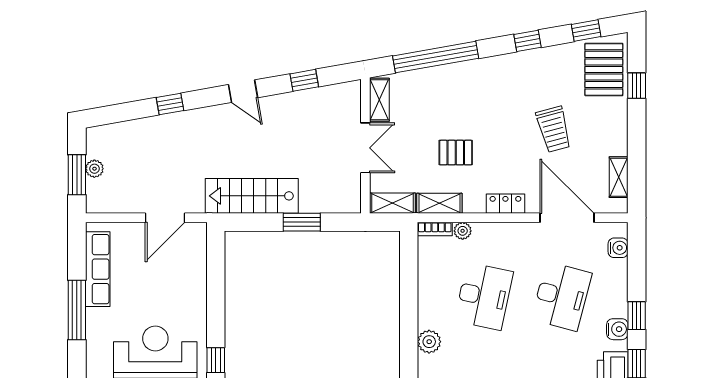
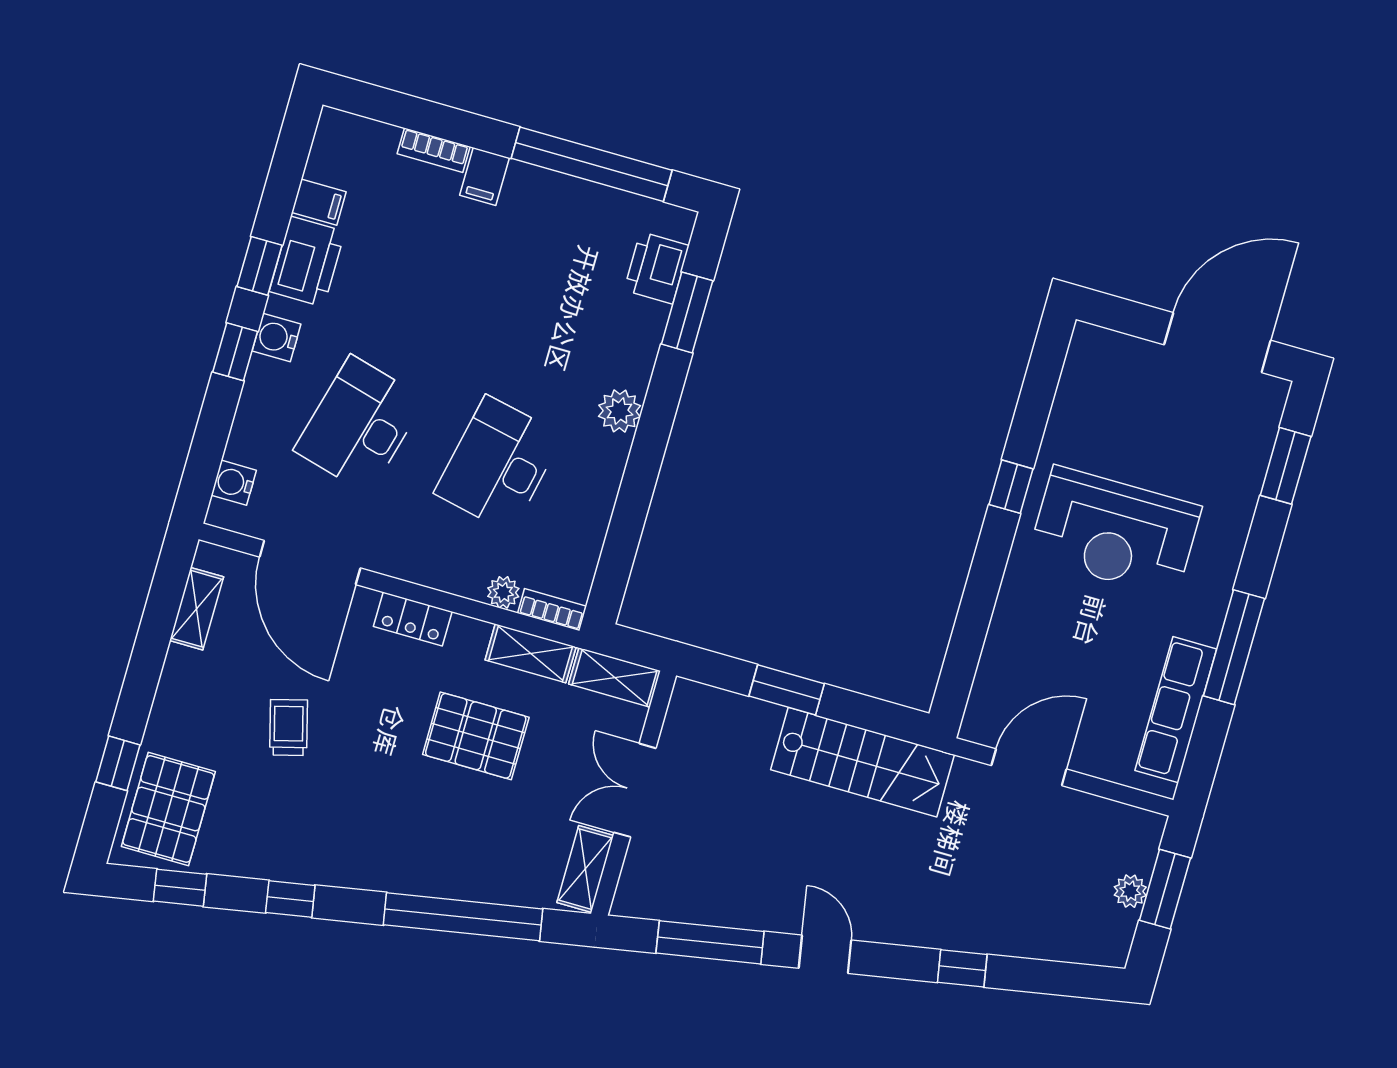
window: (304, 80) -> (710, 942), width x2.17
trolley: (554, 129) -> (289, 727), width x0.73, depth x0.72
pallet: (456, 153) -> (476, 736), width x1.50, depth x1.42

